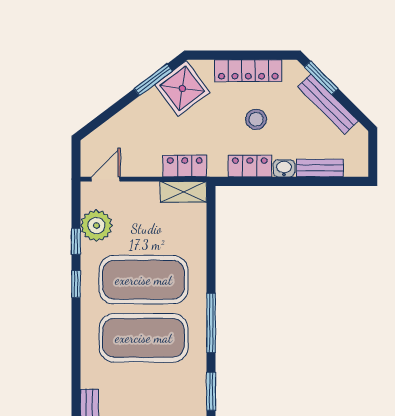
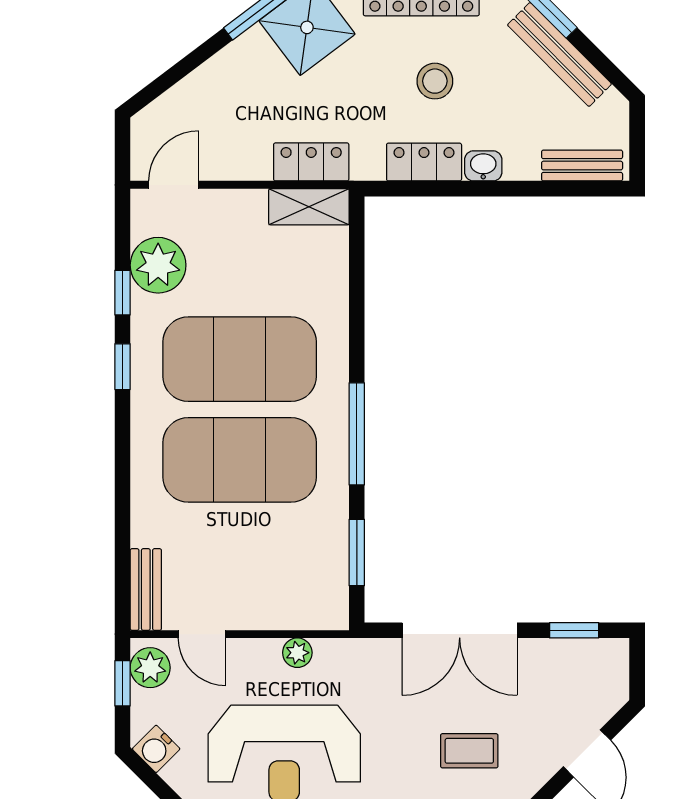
bench: (320, 168) -> (582, 166), moved

